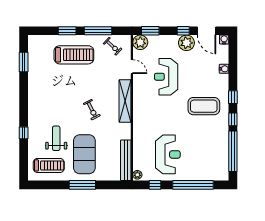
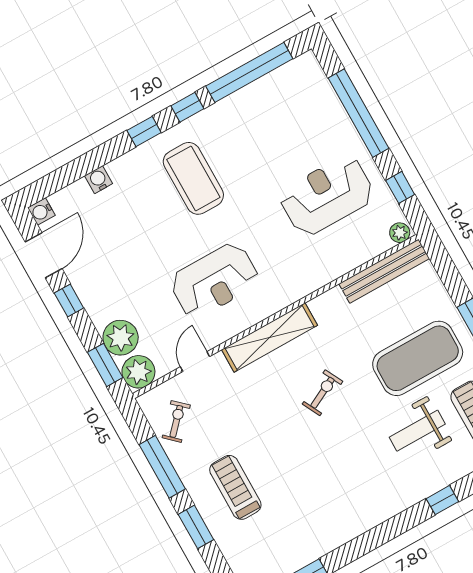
plant: (186, 43) -> (121, 338), moved
treadmill: (74, 55) -> (235, 487), width x0.73, depth x0.73
reception desk: (166, 77) -> (214, 281), moved

